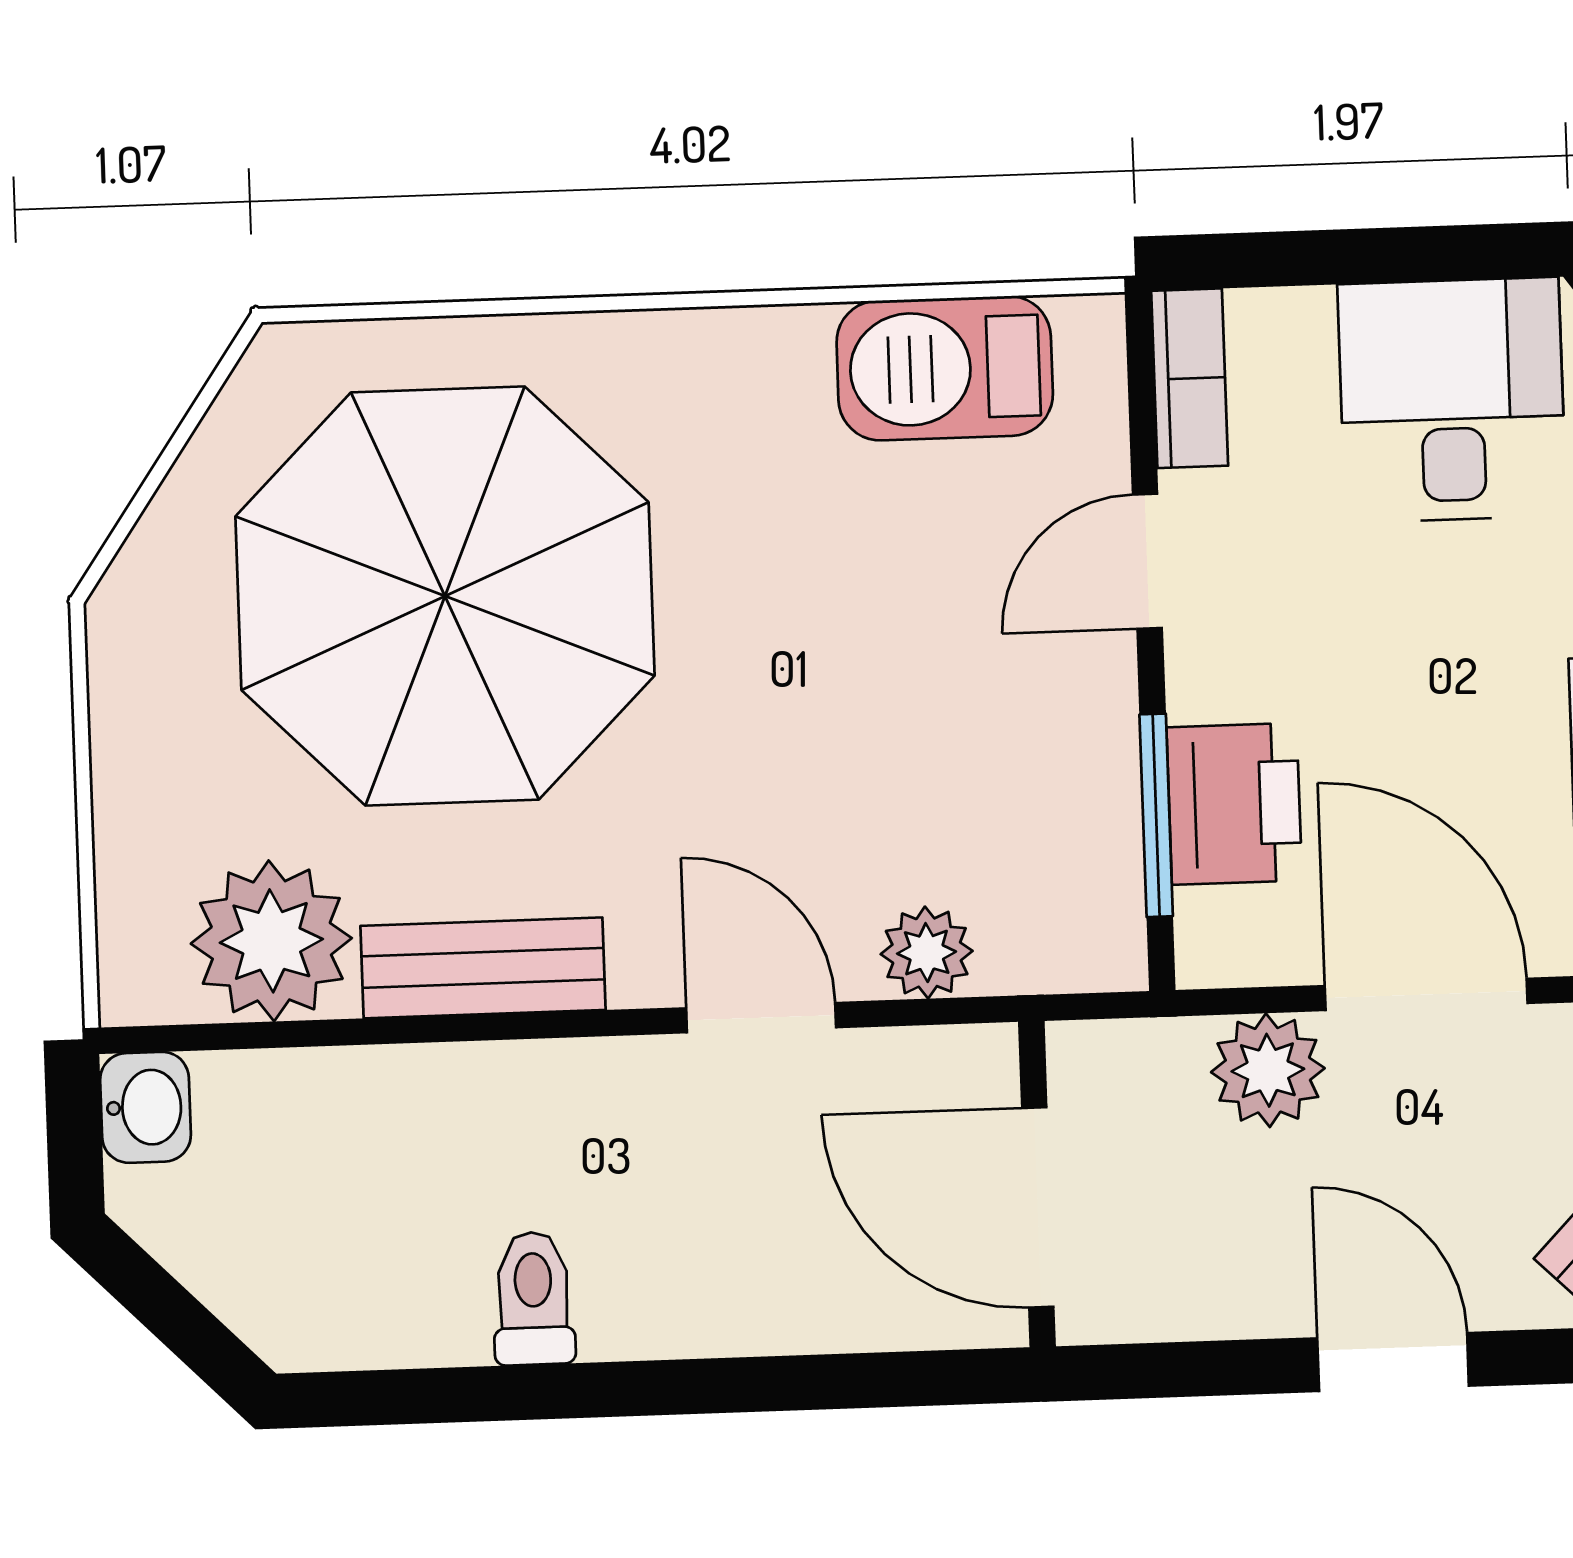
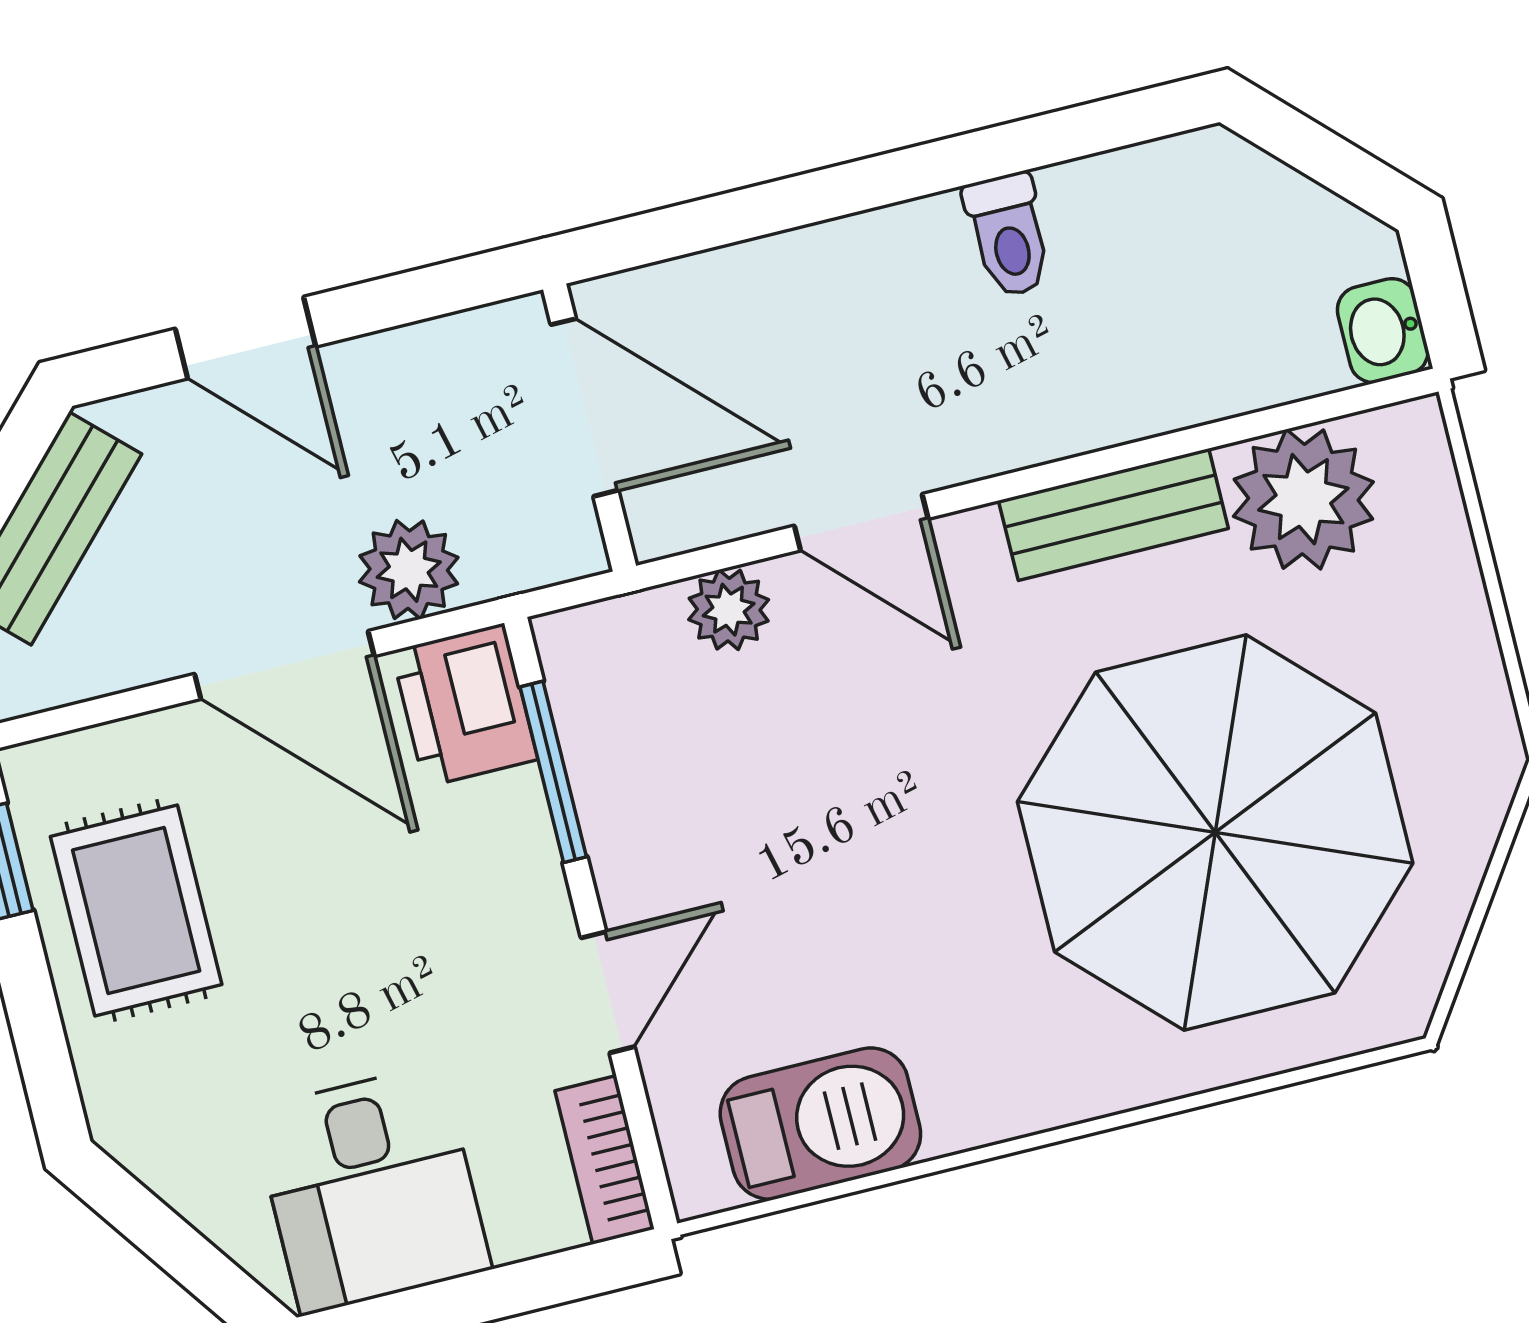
printer: (1234, 804) -> (465, 705), moved

